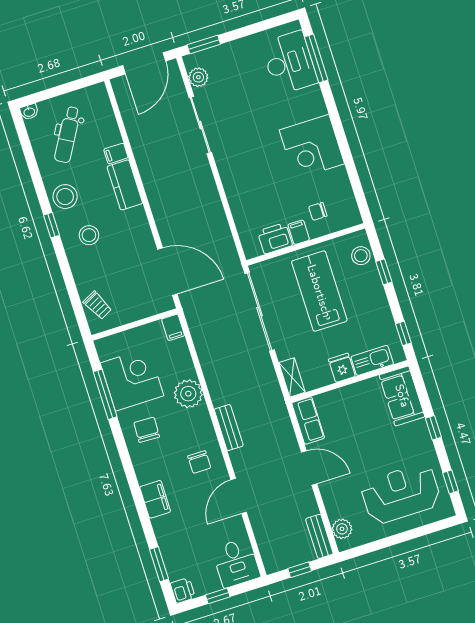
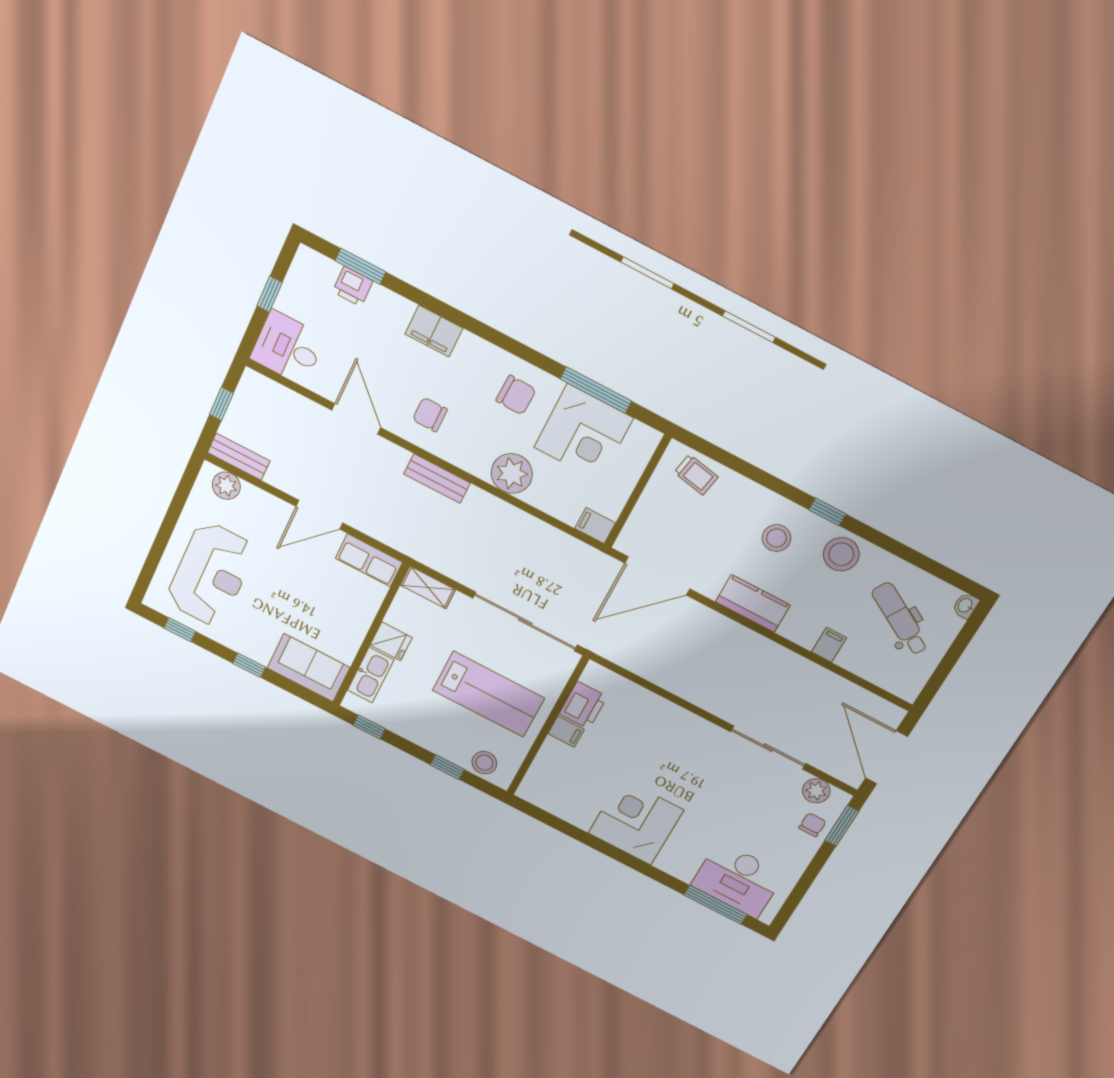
kitchen counter: (125, 185) -> (753, 603), moved
chair: (318, 211) -> (812, 825), moved
trolley: (97, 305) -> (696, 475), turned -142
printer: (183, 590) -> (353, 286), moved

